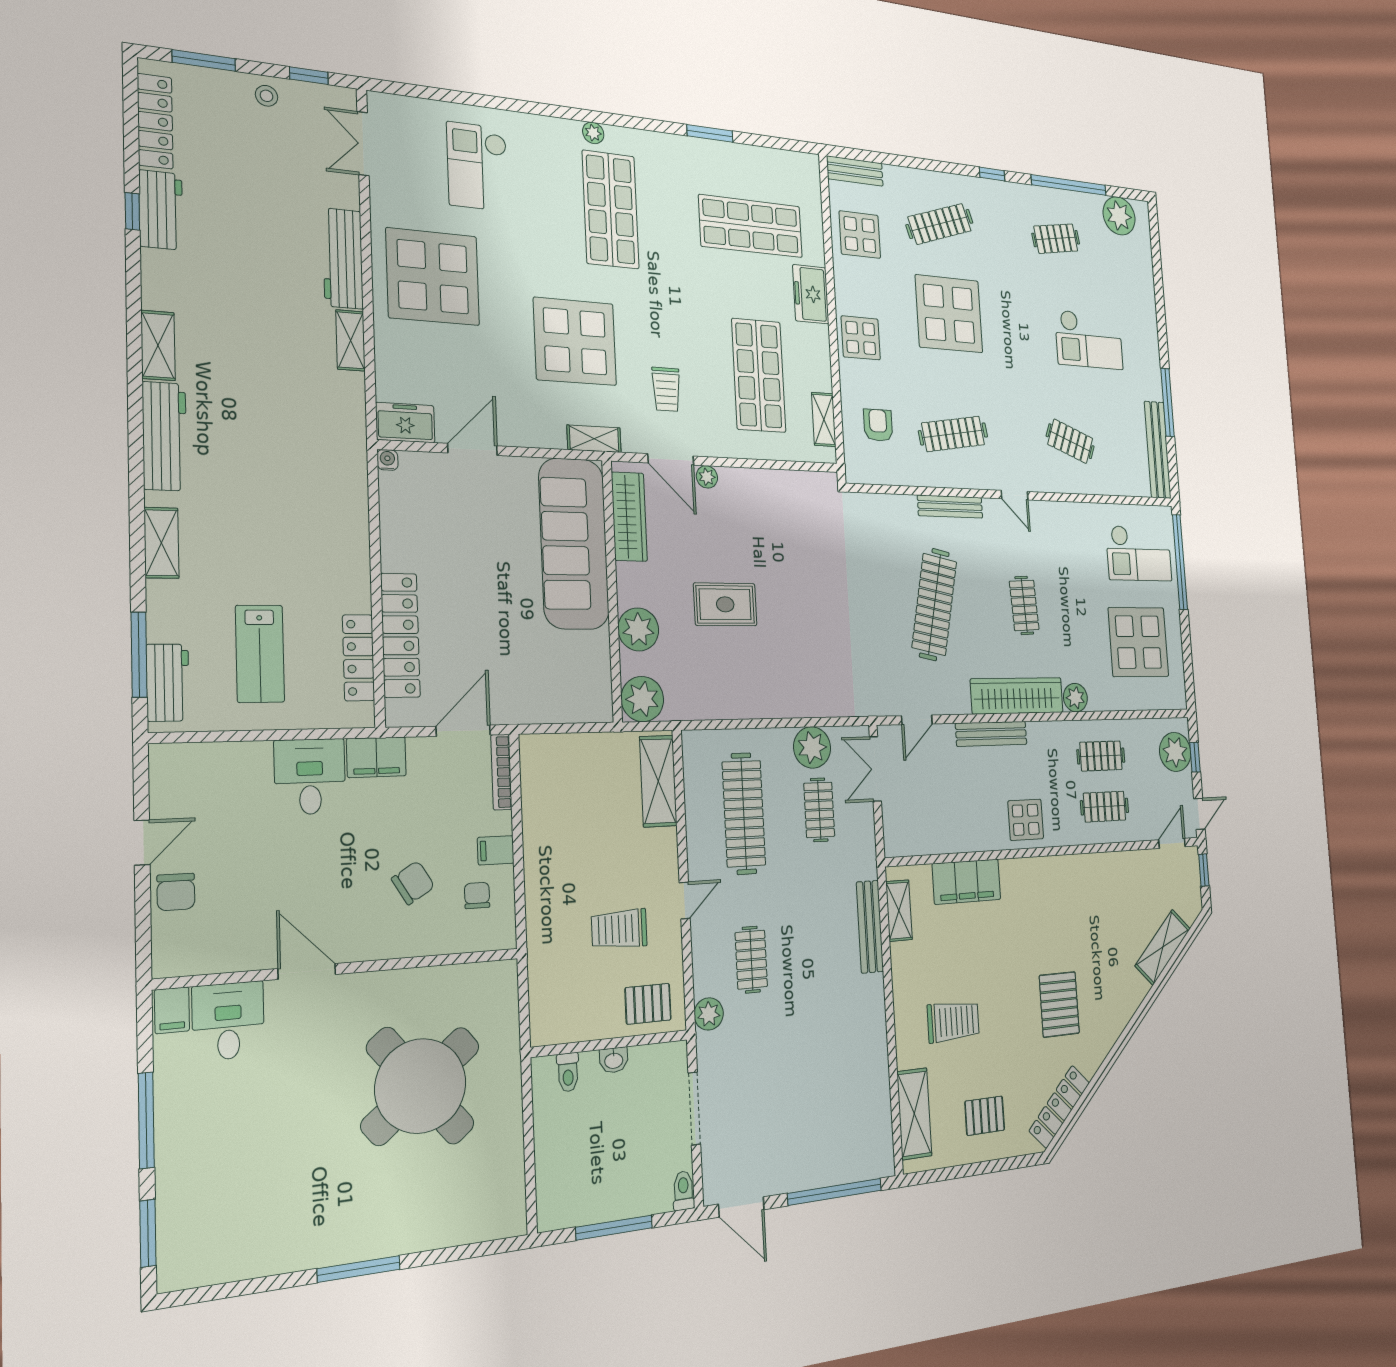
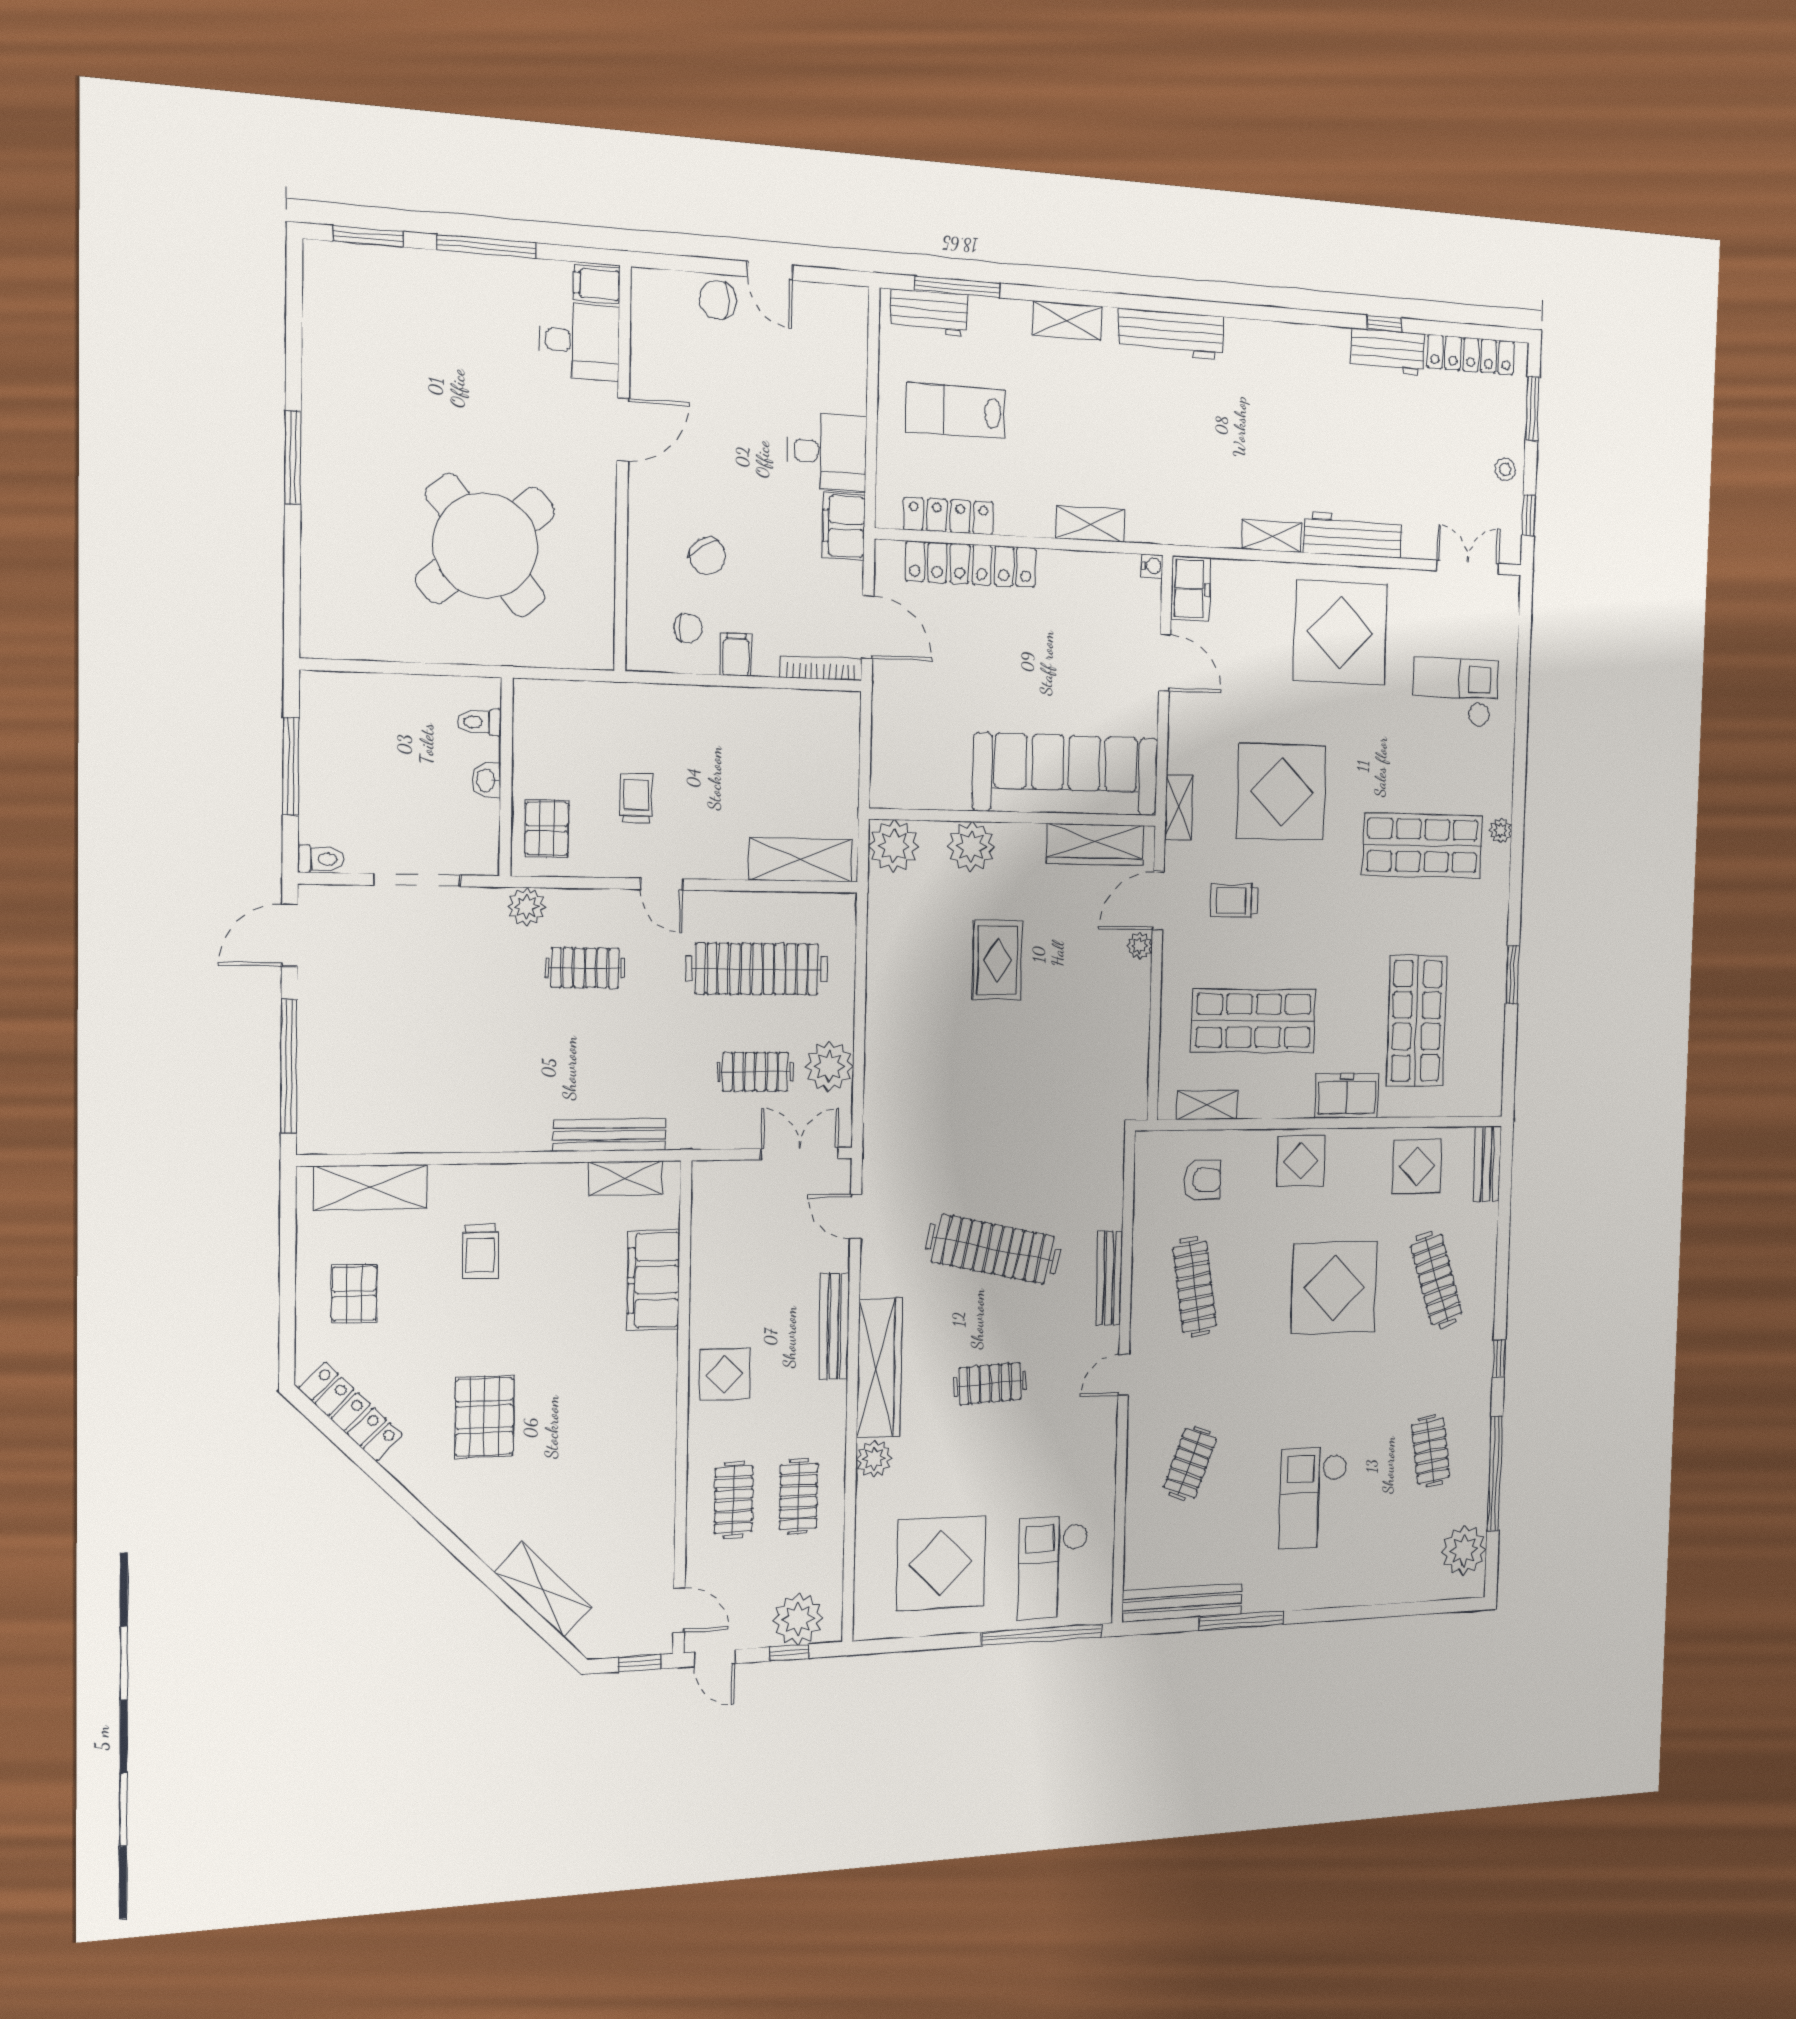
shelving: (158, 345) -> (1090, 524), moved
trolley: (619, 929) -> (636, 798), width x0.73, depth x0.72
pallet: (1059, 1004) -> (484, 1417), turned 90
trolley: (953, 1021) -> (480, 1251), width x0.73, depth x0.72

